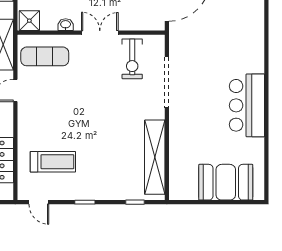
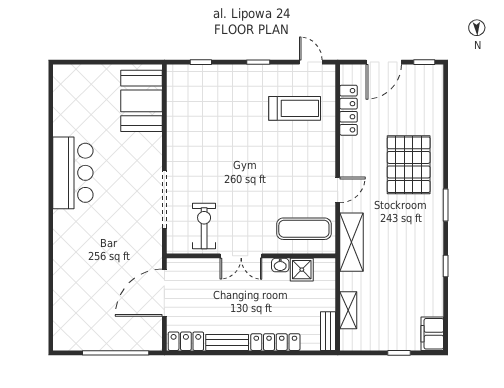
shower: (29, 21) -> (302, 270), moved
shelving: (155, 157) -> (178, 114), removed
treadmill: (53, 162) -> (295, 108), turned 180
booth: (226, 182) -> (142, 101), moved, turned 90

